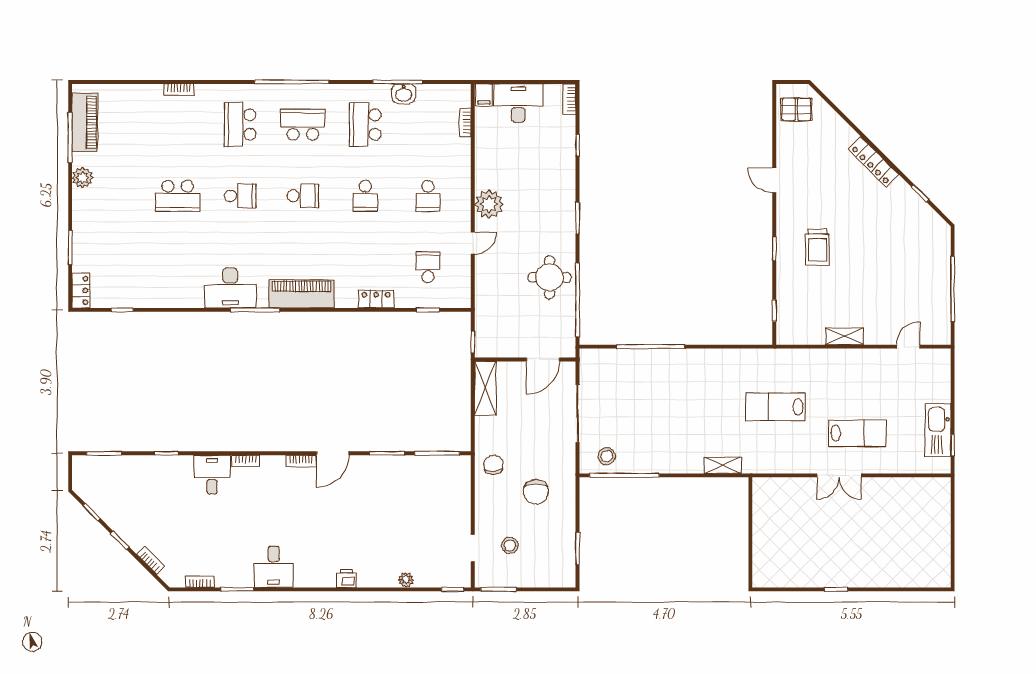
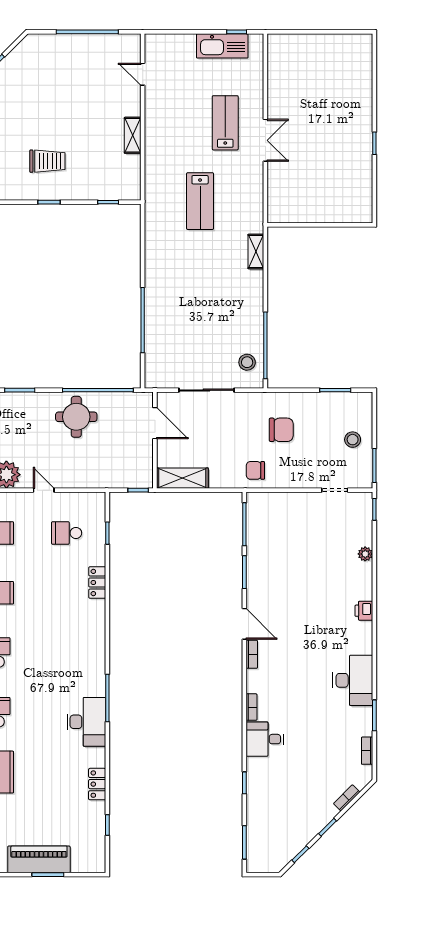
locker: (81, 291) -> (97, 784), moved, turned -90
piano: (302, 294) -> (39, 859), moved, turned 90
stool: (510, 545) -> (353, 440), moved
desk: (274, 567) -> (353, 680), width x1.37

